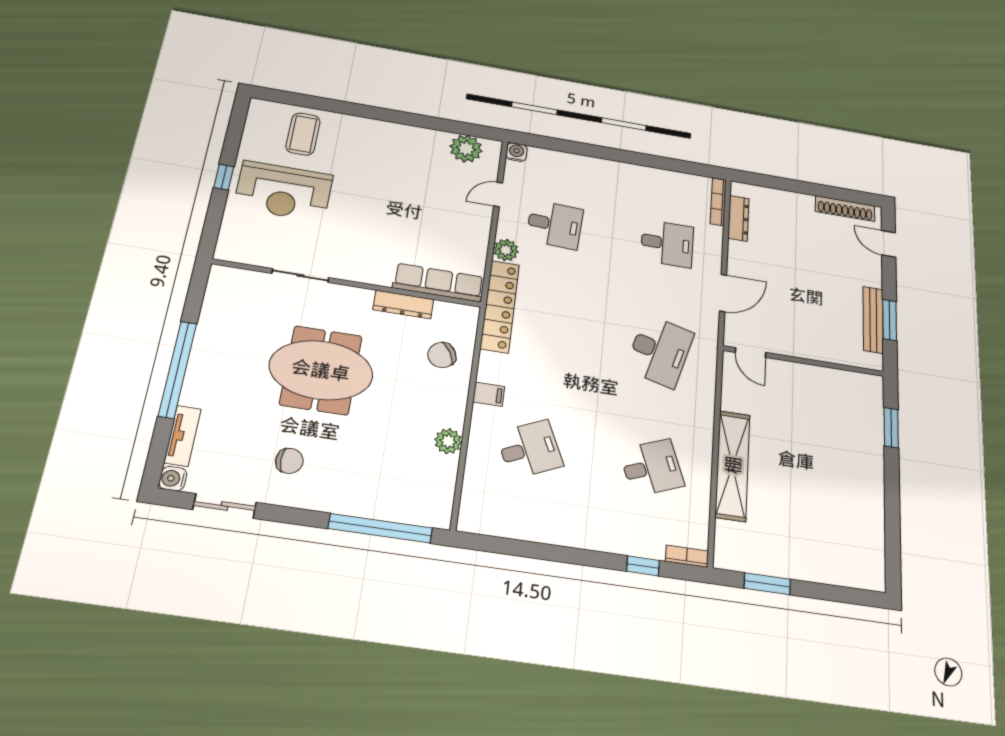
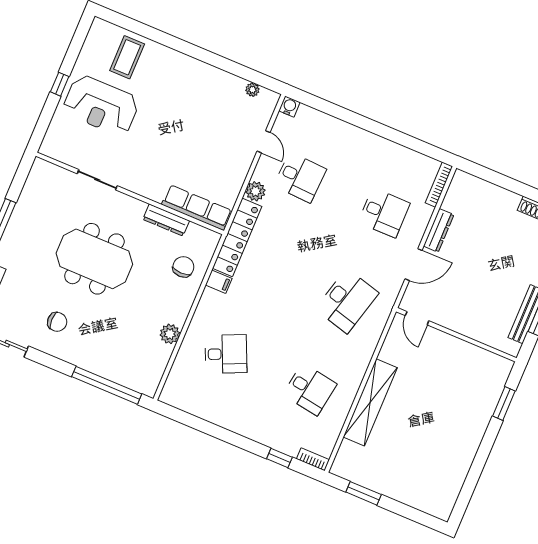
plant: (466, 149) -> (252, 90), width x0.53, depth x0.53
door: (498, 194) -> (264, 142), swing flipped
dresser: (738, 218) -> (439, 230), moved
chair: (442, 355) -> (183, 267), turned 119
filing cabinet: (489, 394) -> (219, 282), moved
desk: (652, 468) -> (310, 389), turned 30

